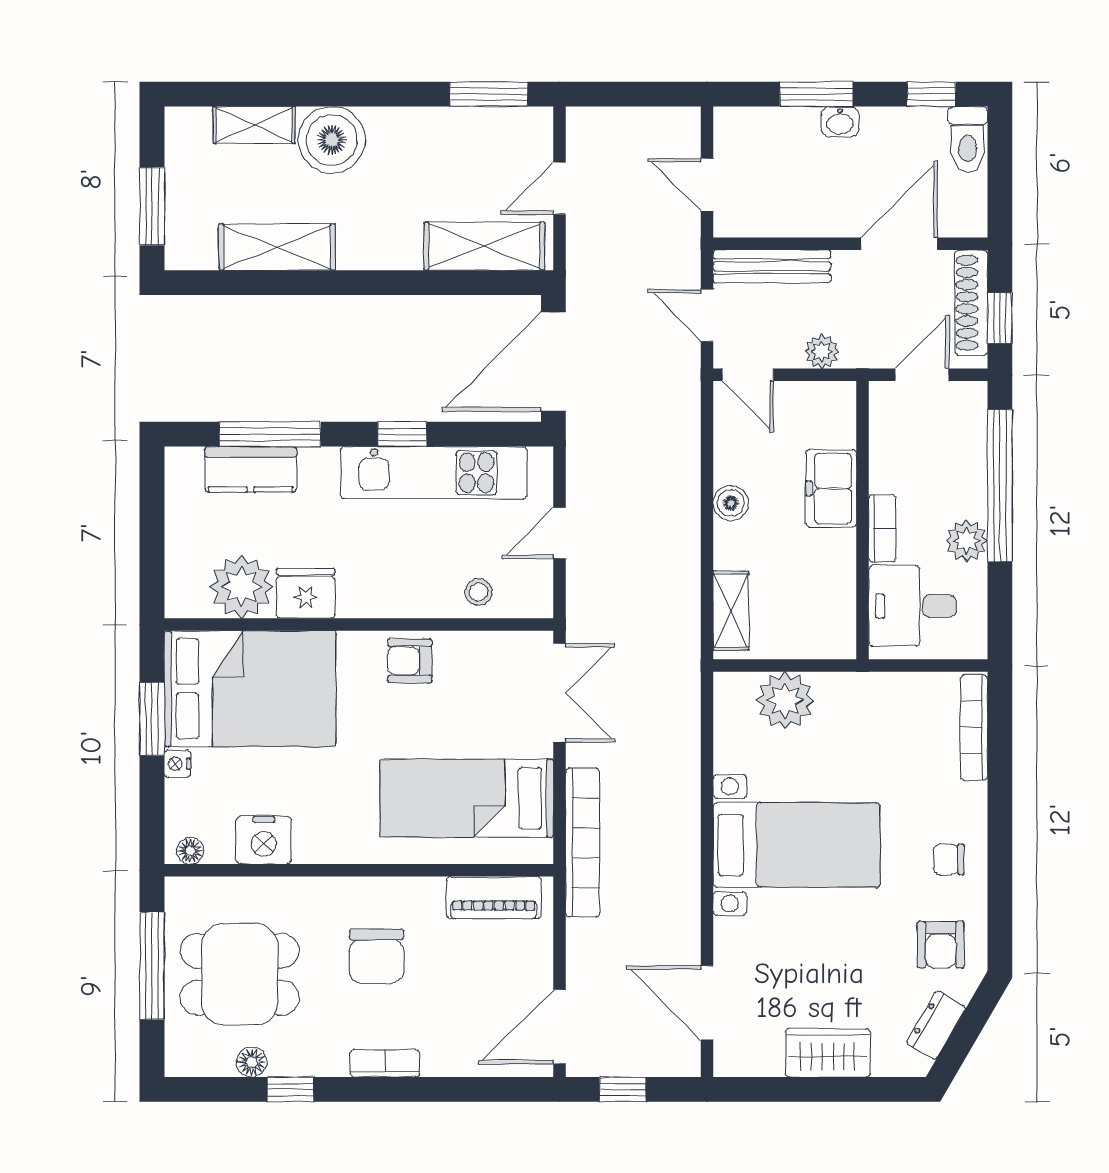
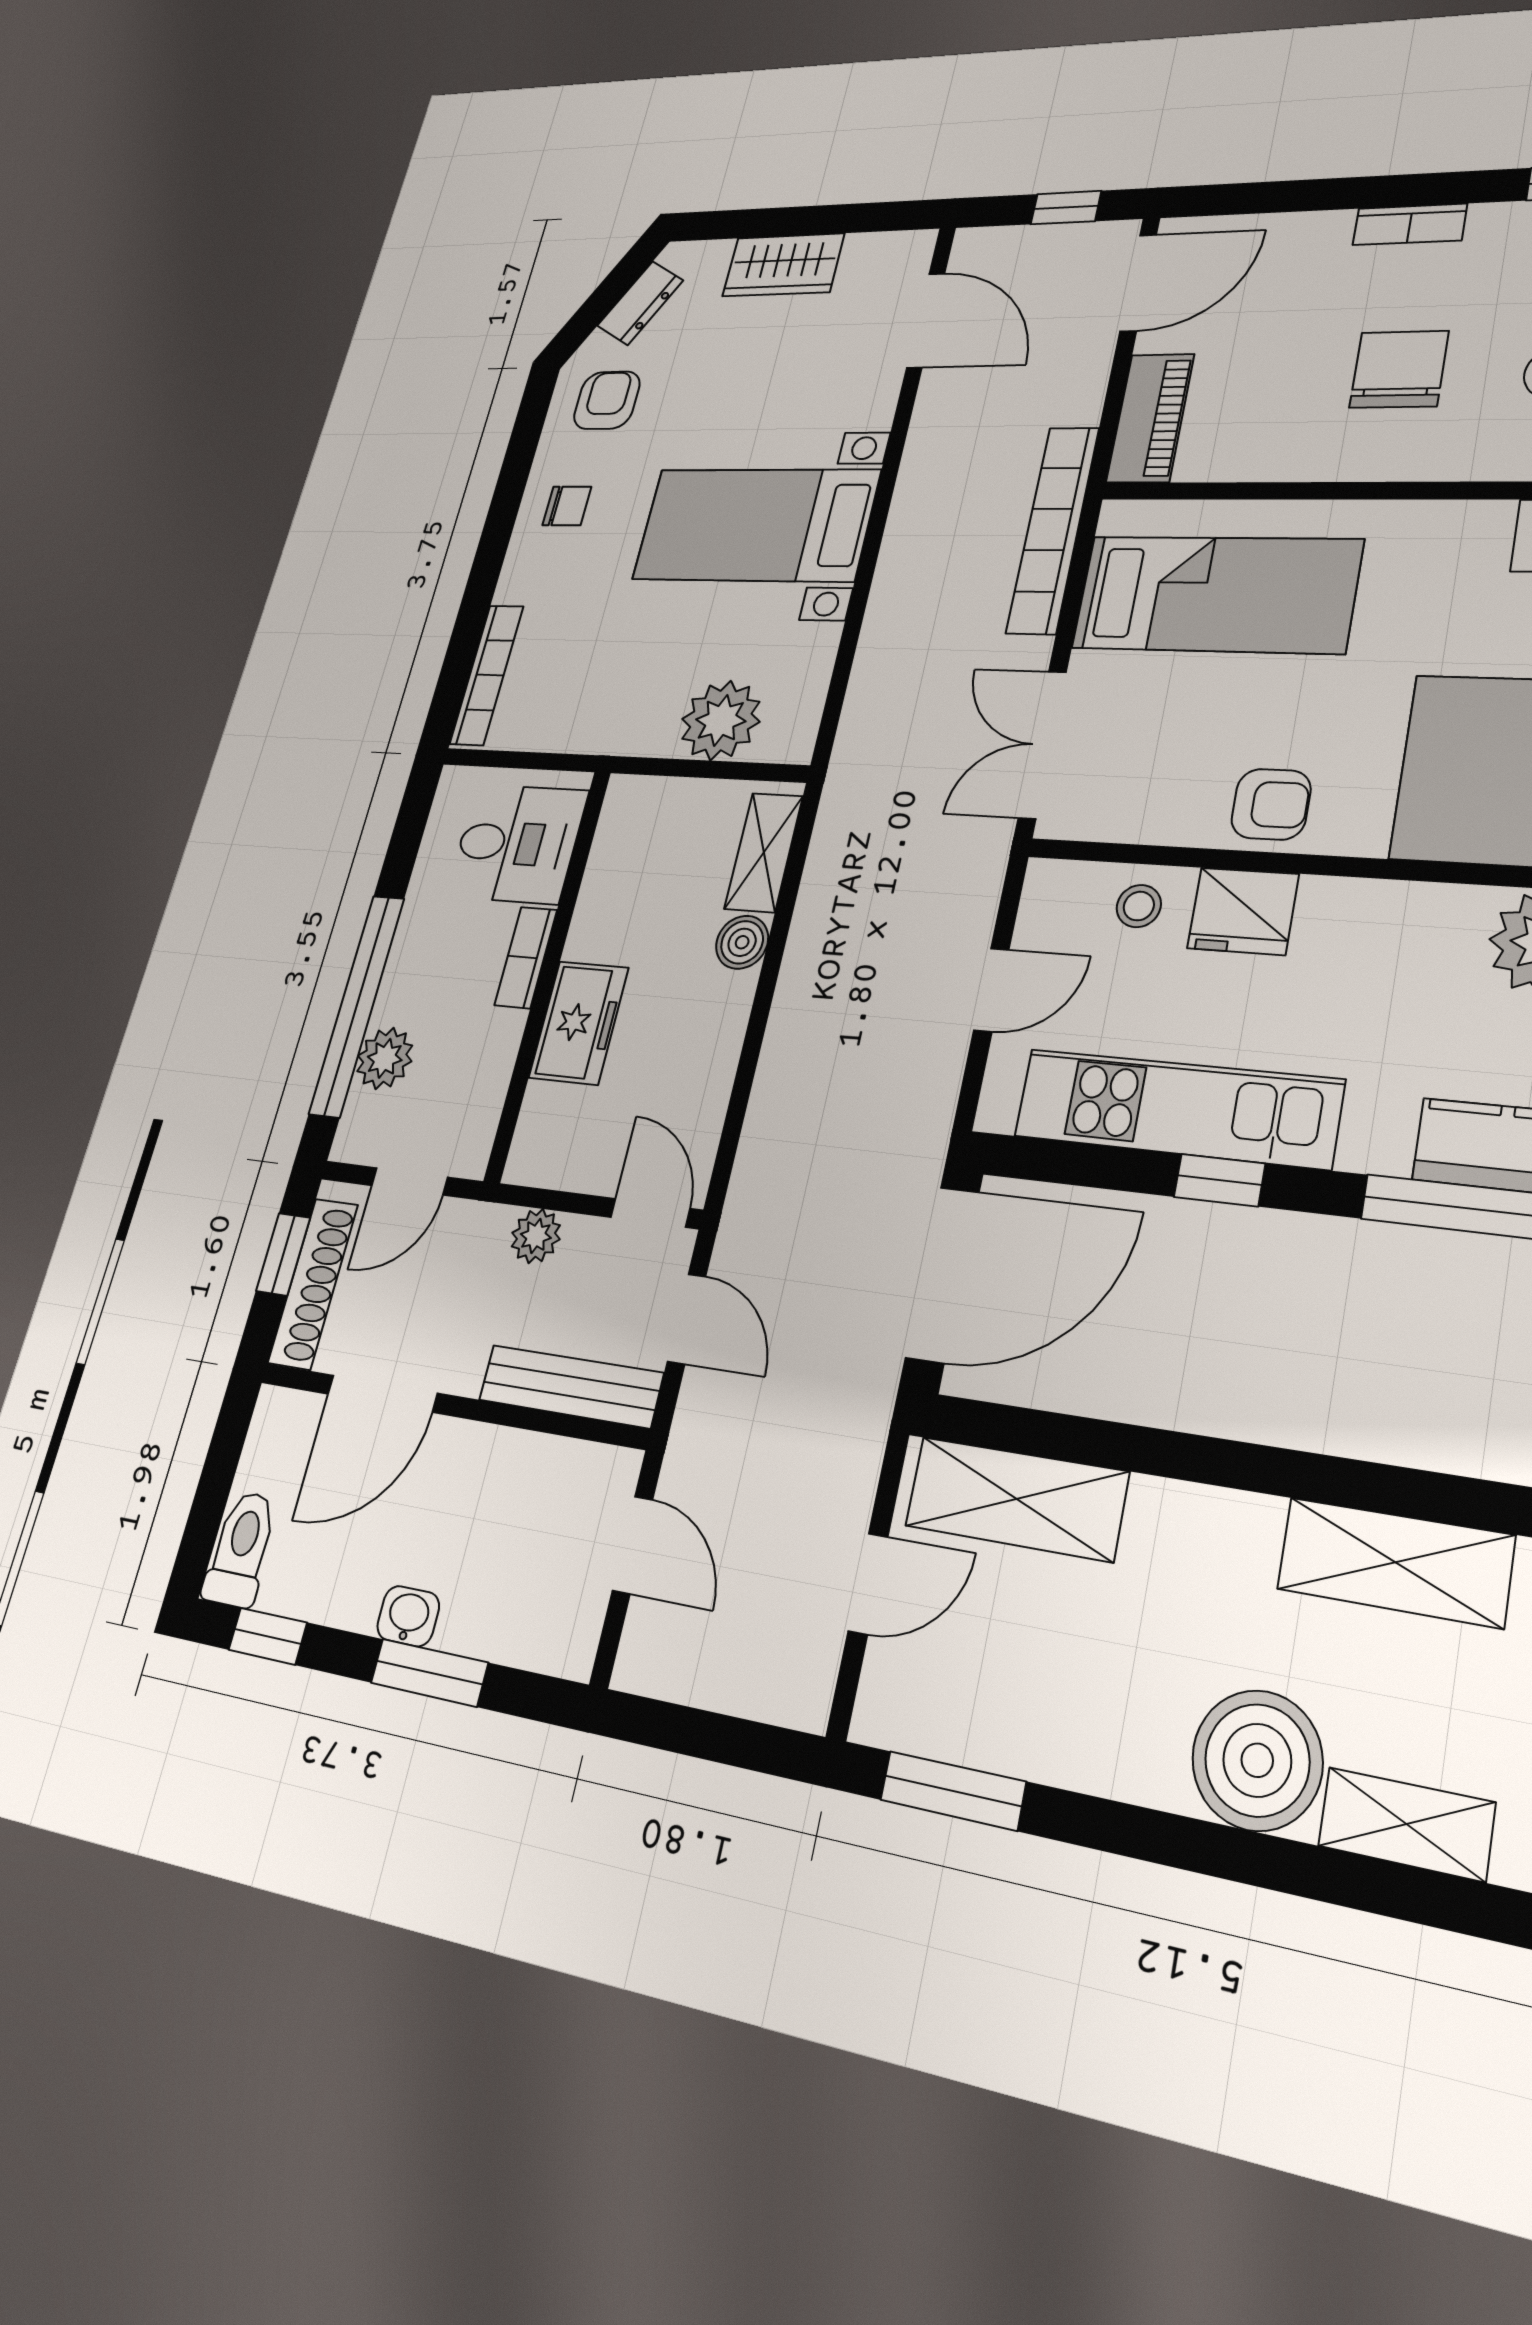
boiler: (731, 503) -> (742, 942), moved
plant: (967, 541) -> (385, 1058), moved
fridge: (306, 593) -> (1243, 911), moved
piano: (494, 898) -> (1150, 418), moved, turned 90

